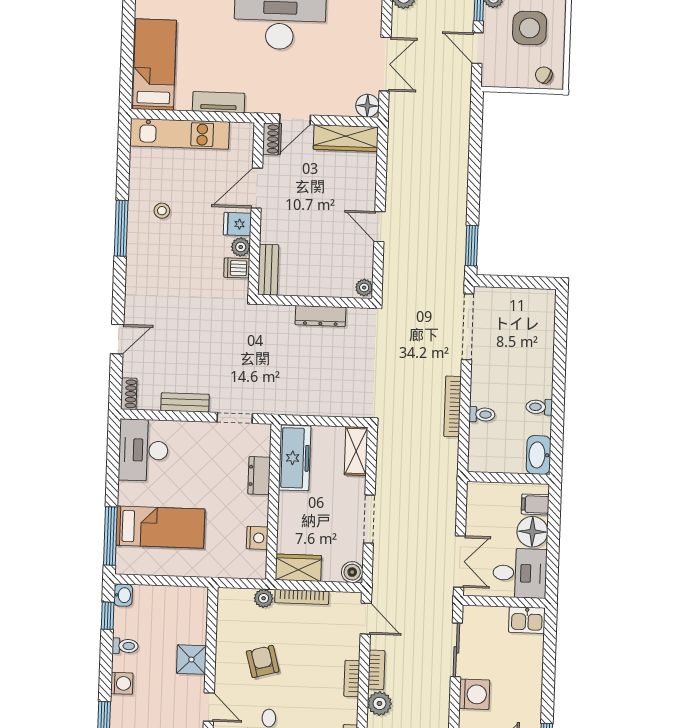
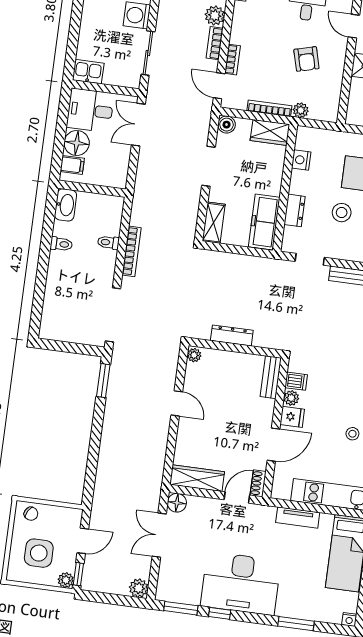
door: (477, 48) -> (83, 541), hinge flipped
stool: (202, 479) -> (342, 213), added
bookcase: (352, 678) -> (232, 60), moved

